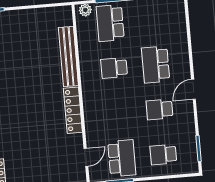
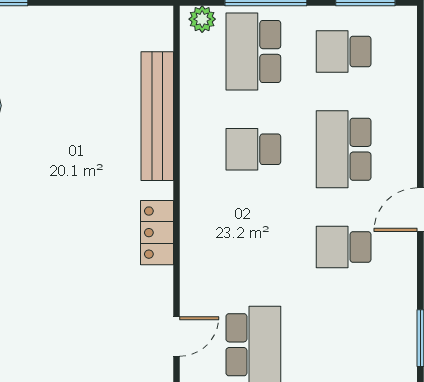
locker: (73, 110) -> (157, 233), width x0.66
school desk: (163, 155) -> (344, 52), moved

